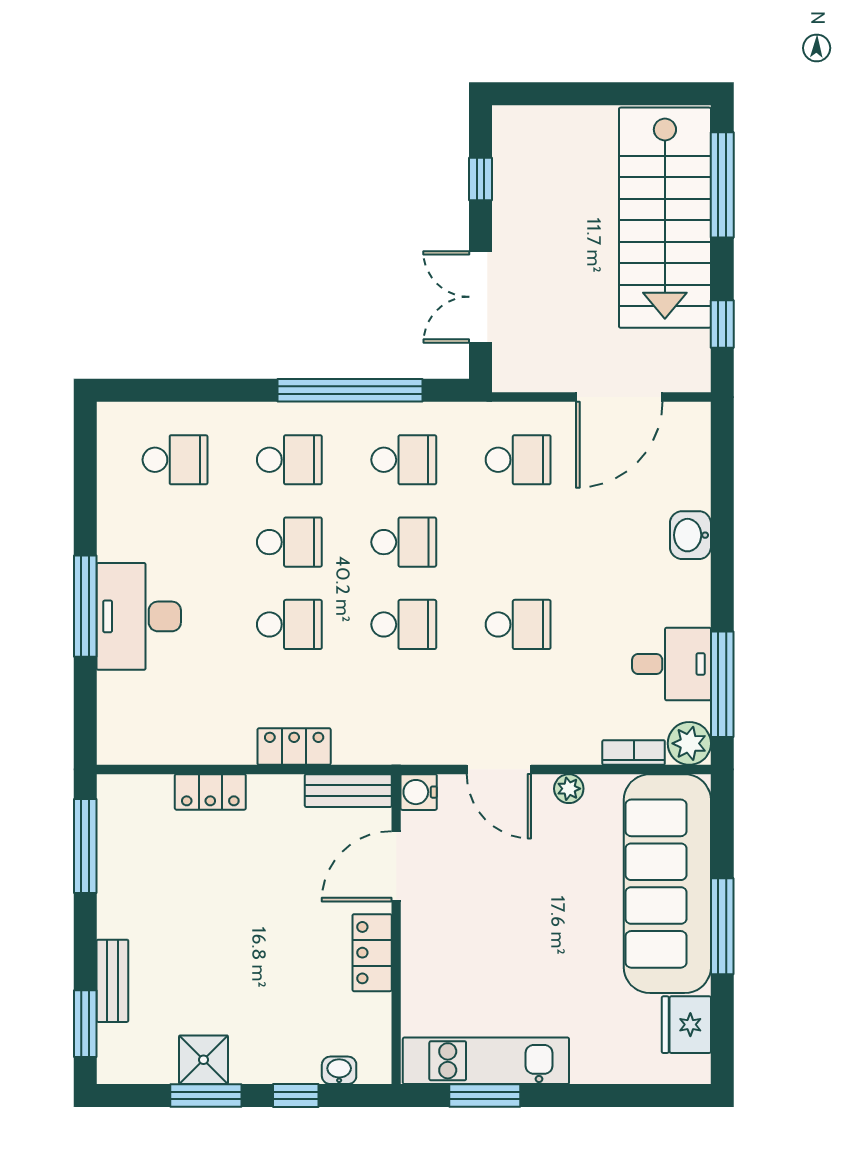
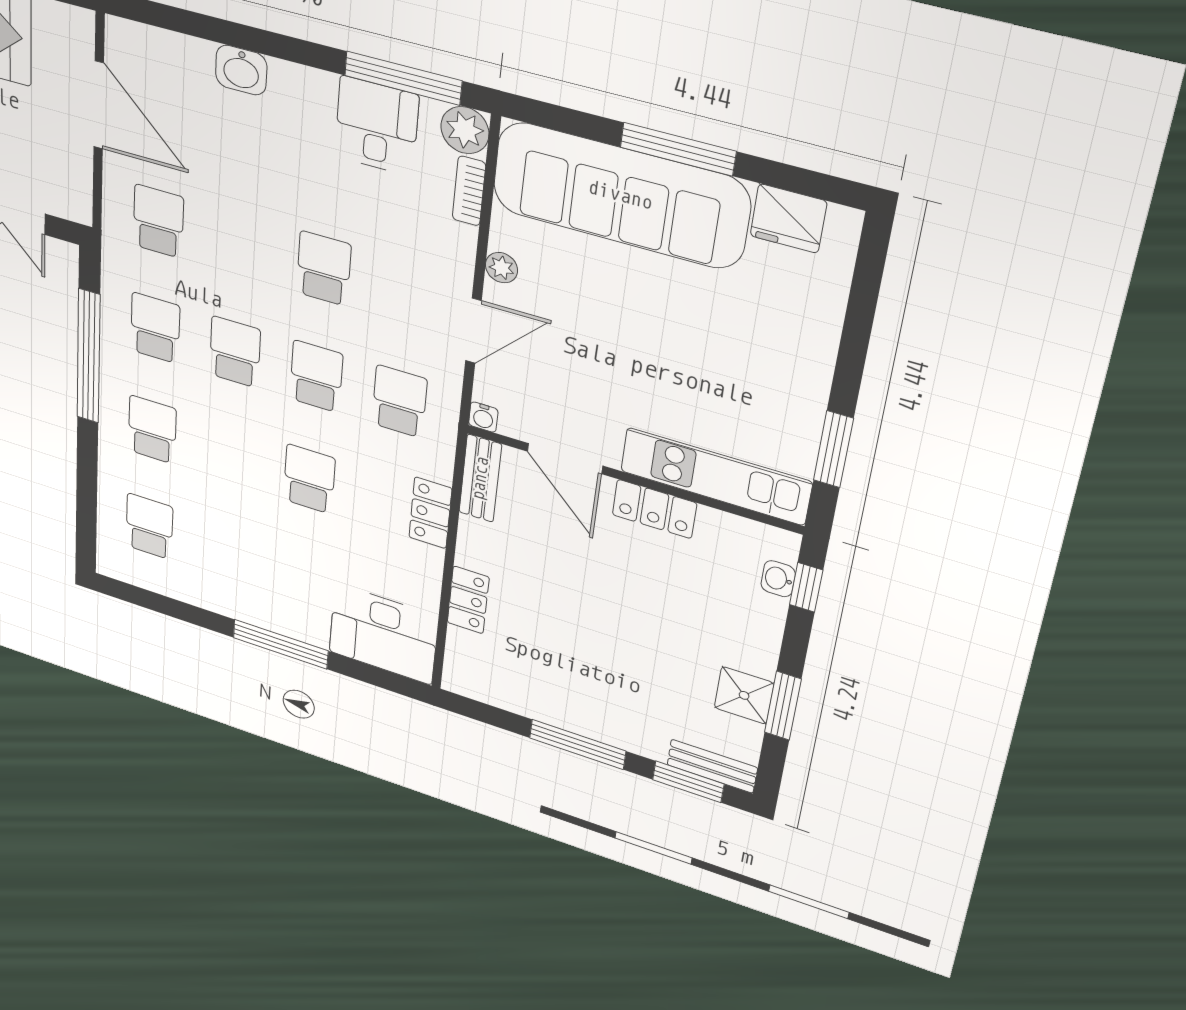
school desk: (289, 542) -> (399, 401), moved
desk: (139, 616) -> (383, 634), moved
water cooler: (419, 792) -> (483, 417), width x0.72, depth x0.72
window: (85, 846) -> (578, 744), moved
bench: (112, 981) -> (712, 766), moved
kitchen unit: (486, 1061) -> (716, 476), moved, turned 90
window: (296, 1096) -> (806, 587), moved

